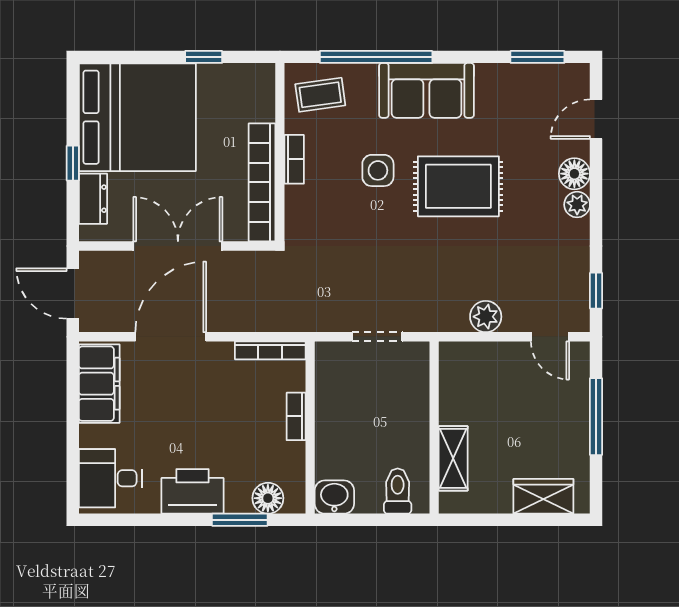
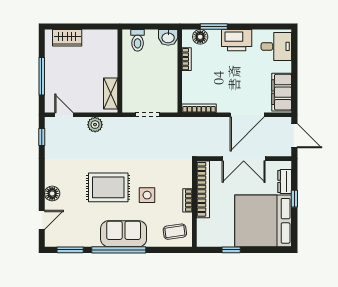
window: (376, 57) -> (119, 250), moved
plant: (577, 205) -> (51, 179), removed
bookcase: (296, 416) -> (187, 59), moved
shelving: (453, 458) -> (111, 94), moved

